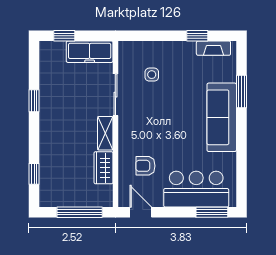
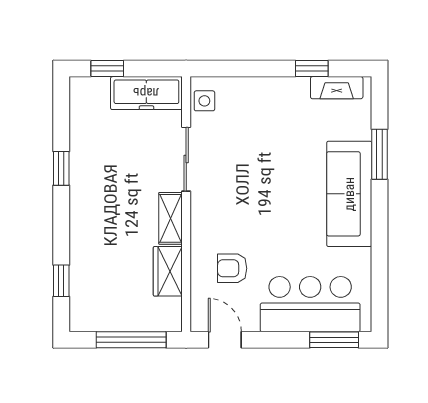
side table: (152, 75) -> (204, 101), moved

